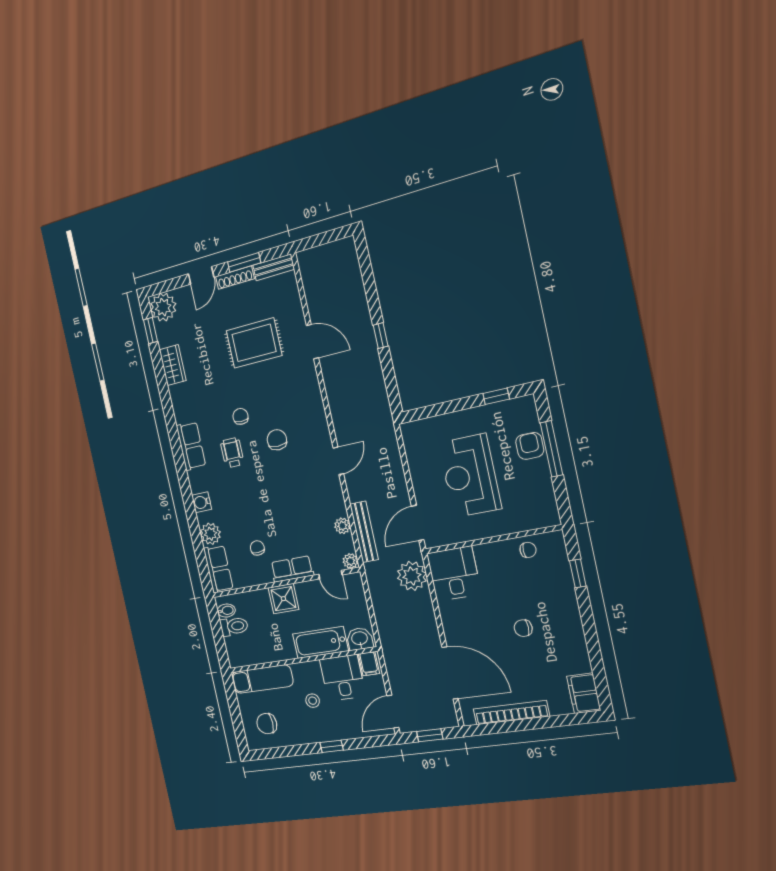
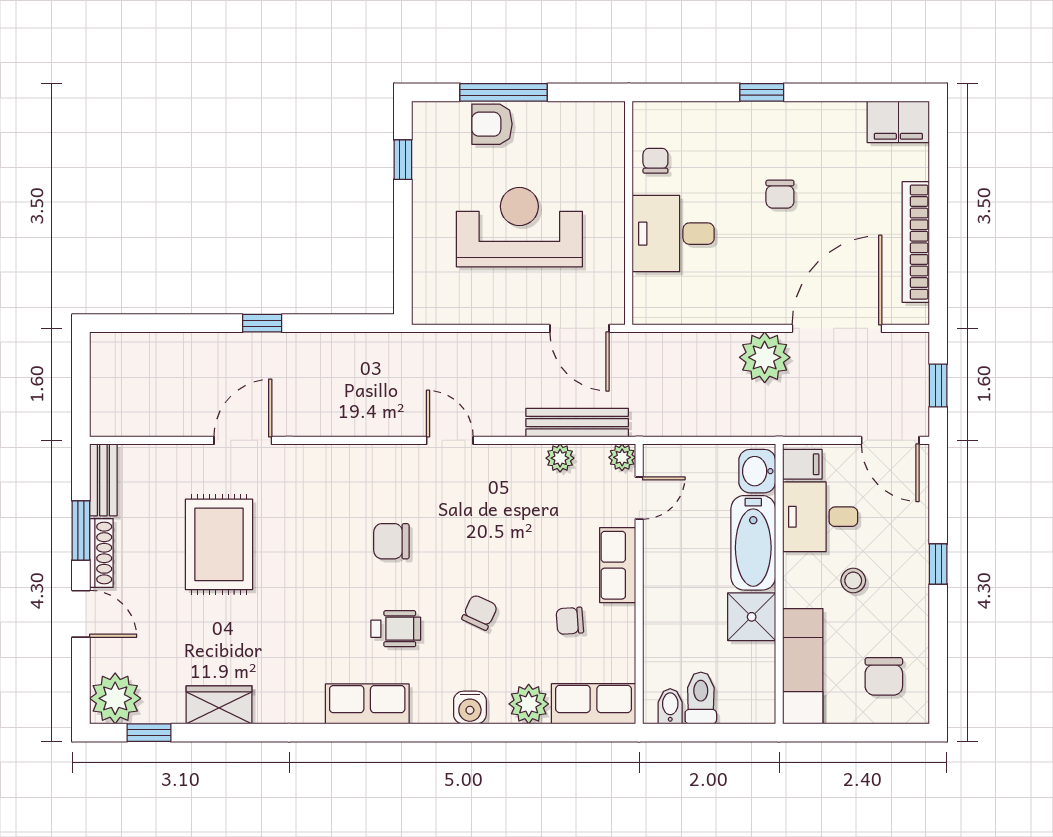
chair: (241, 416) -> (480, 612), moved, turned 115
wheelchair: (232, 453) -> (396, 629), turned 180
reception desk: (470, 476) -> (519, 227), turned 180
window: (578, 573) -> (762, 92), moved
desk: (454, 574) -> (673, 234), moved
plant: (412, 576) -> (765, 357), moved
shower: (283, 599) -> (752, 617), moved

